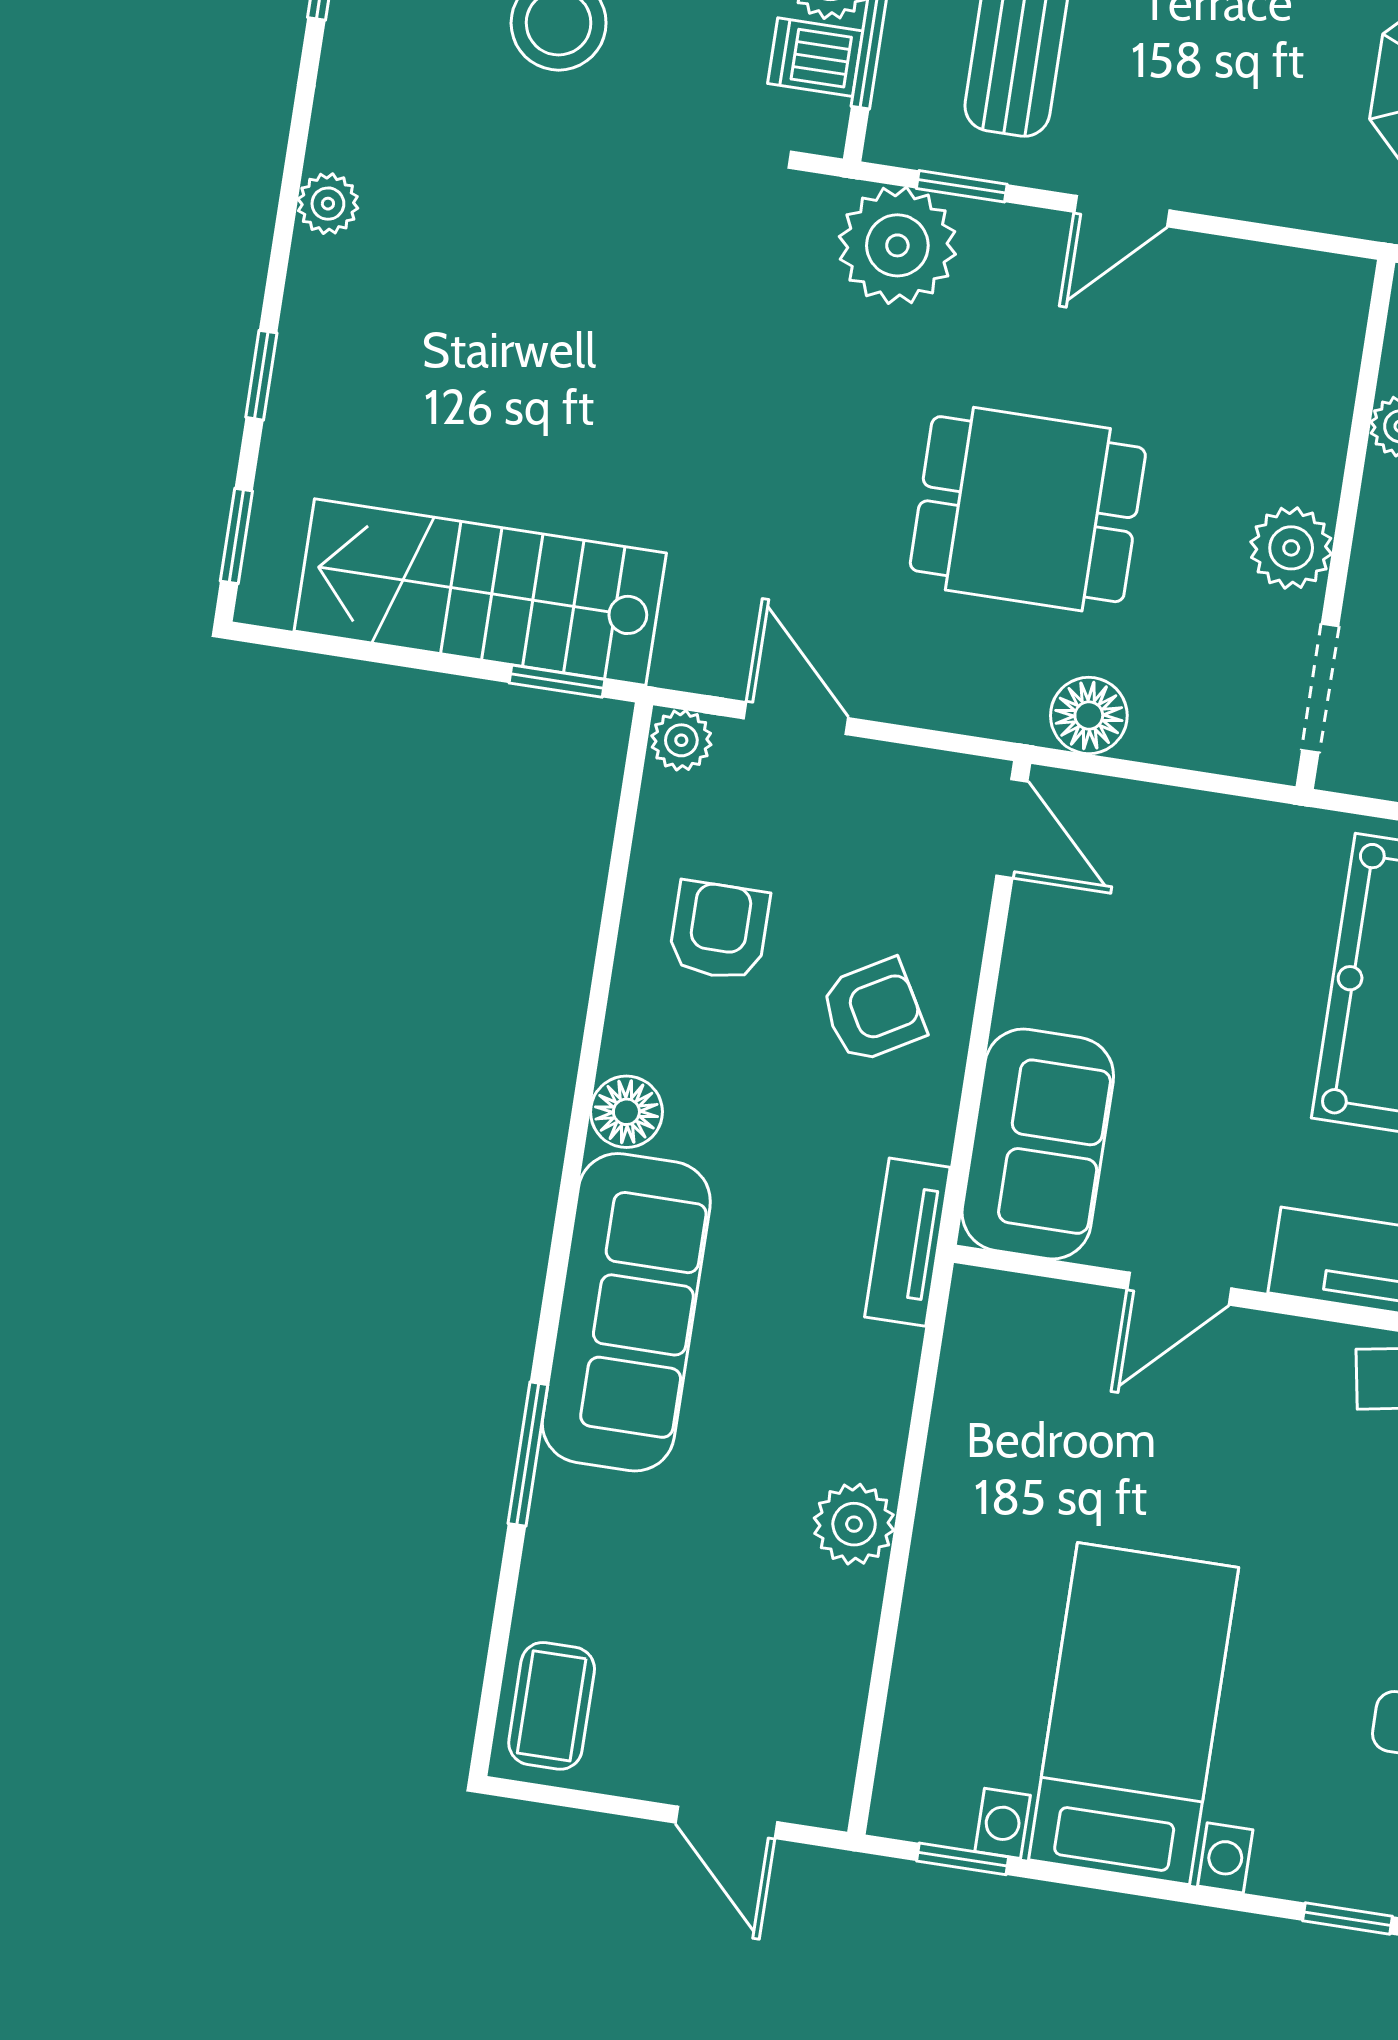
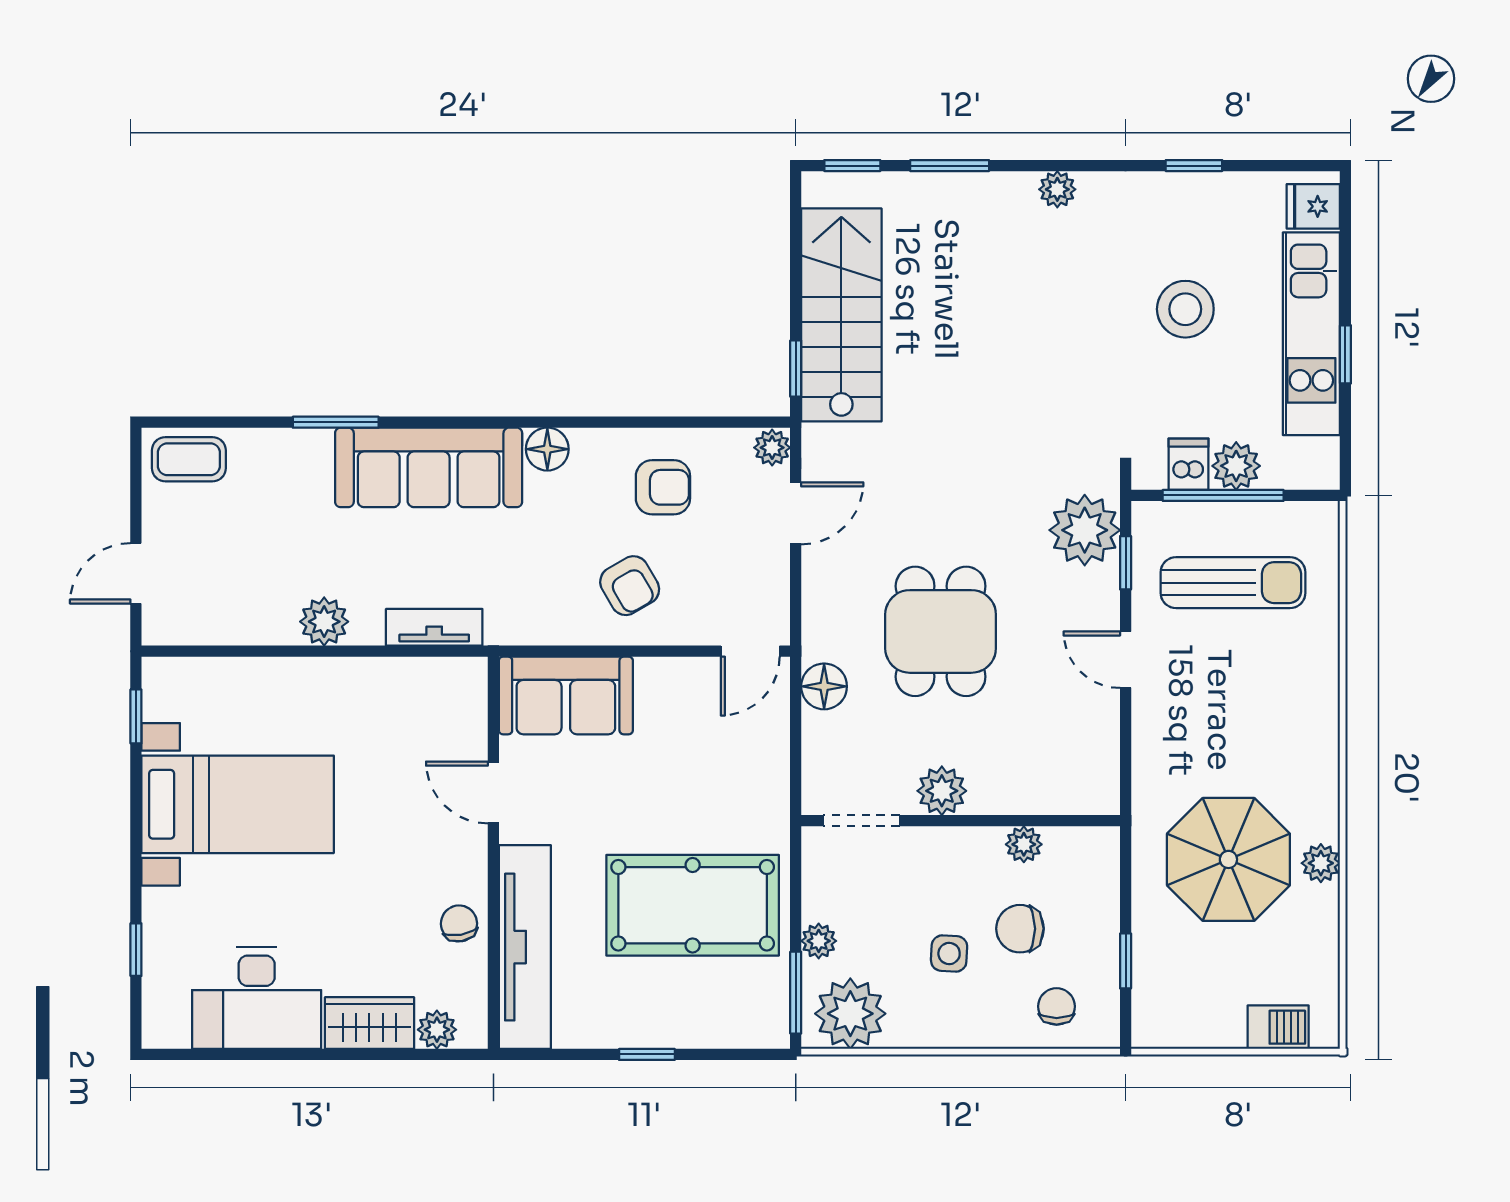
window: (261, 375) -> (950, 166), width x1.50
tv unit: (907, 1242) -> (434, 627), moved

